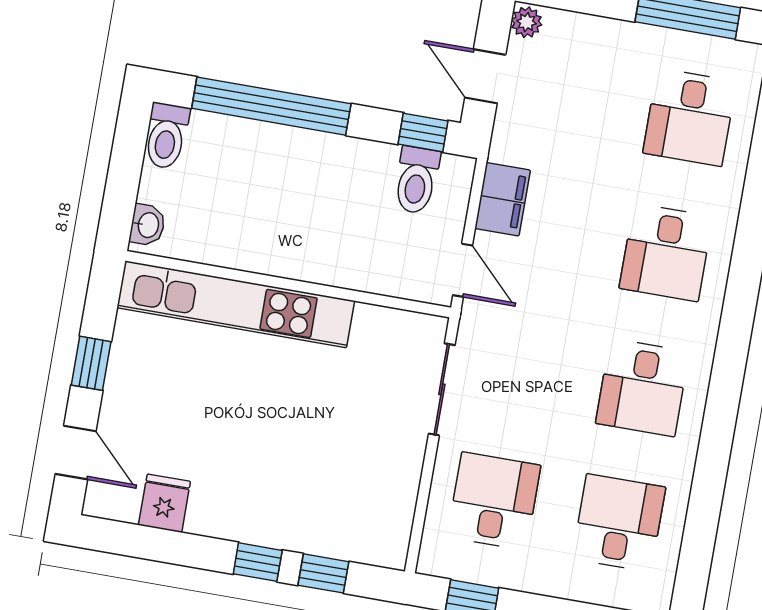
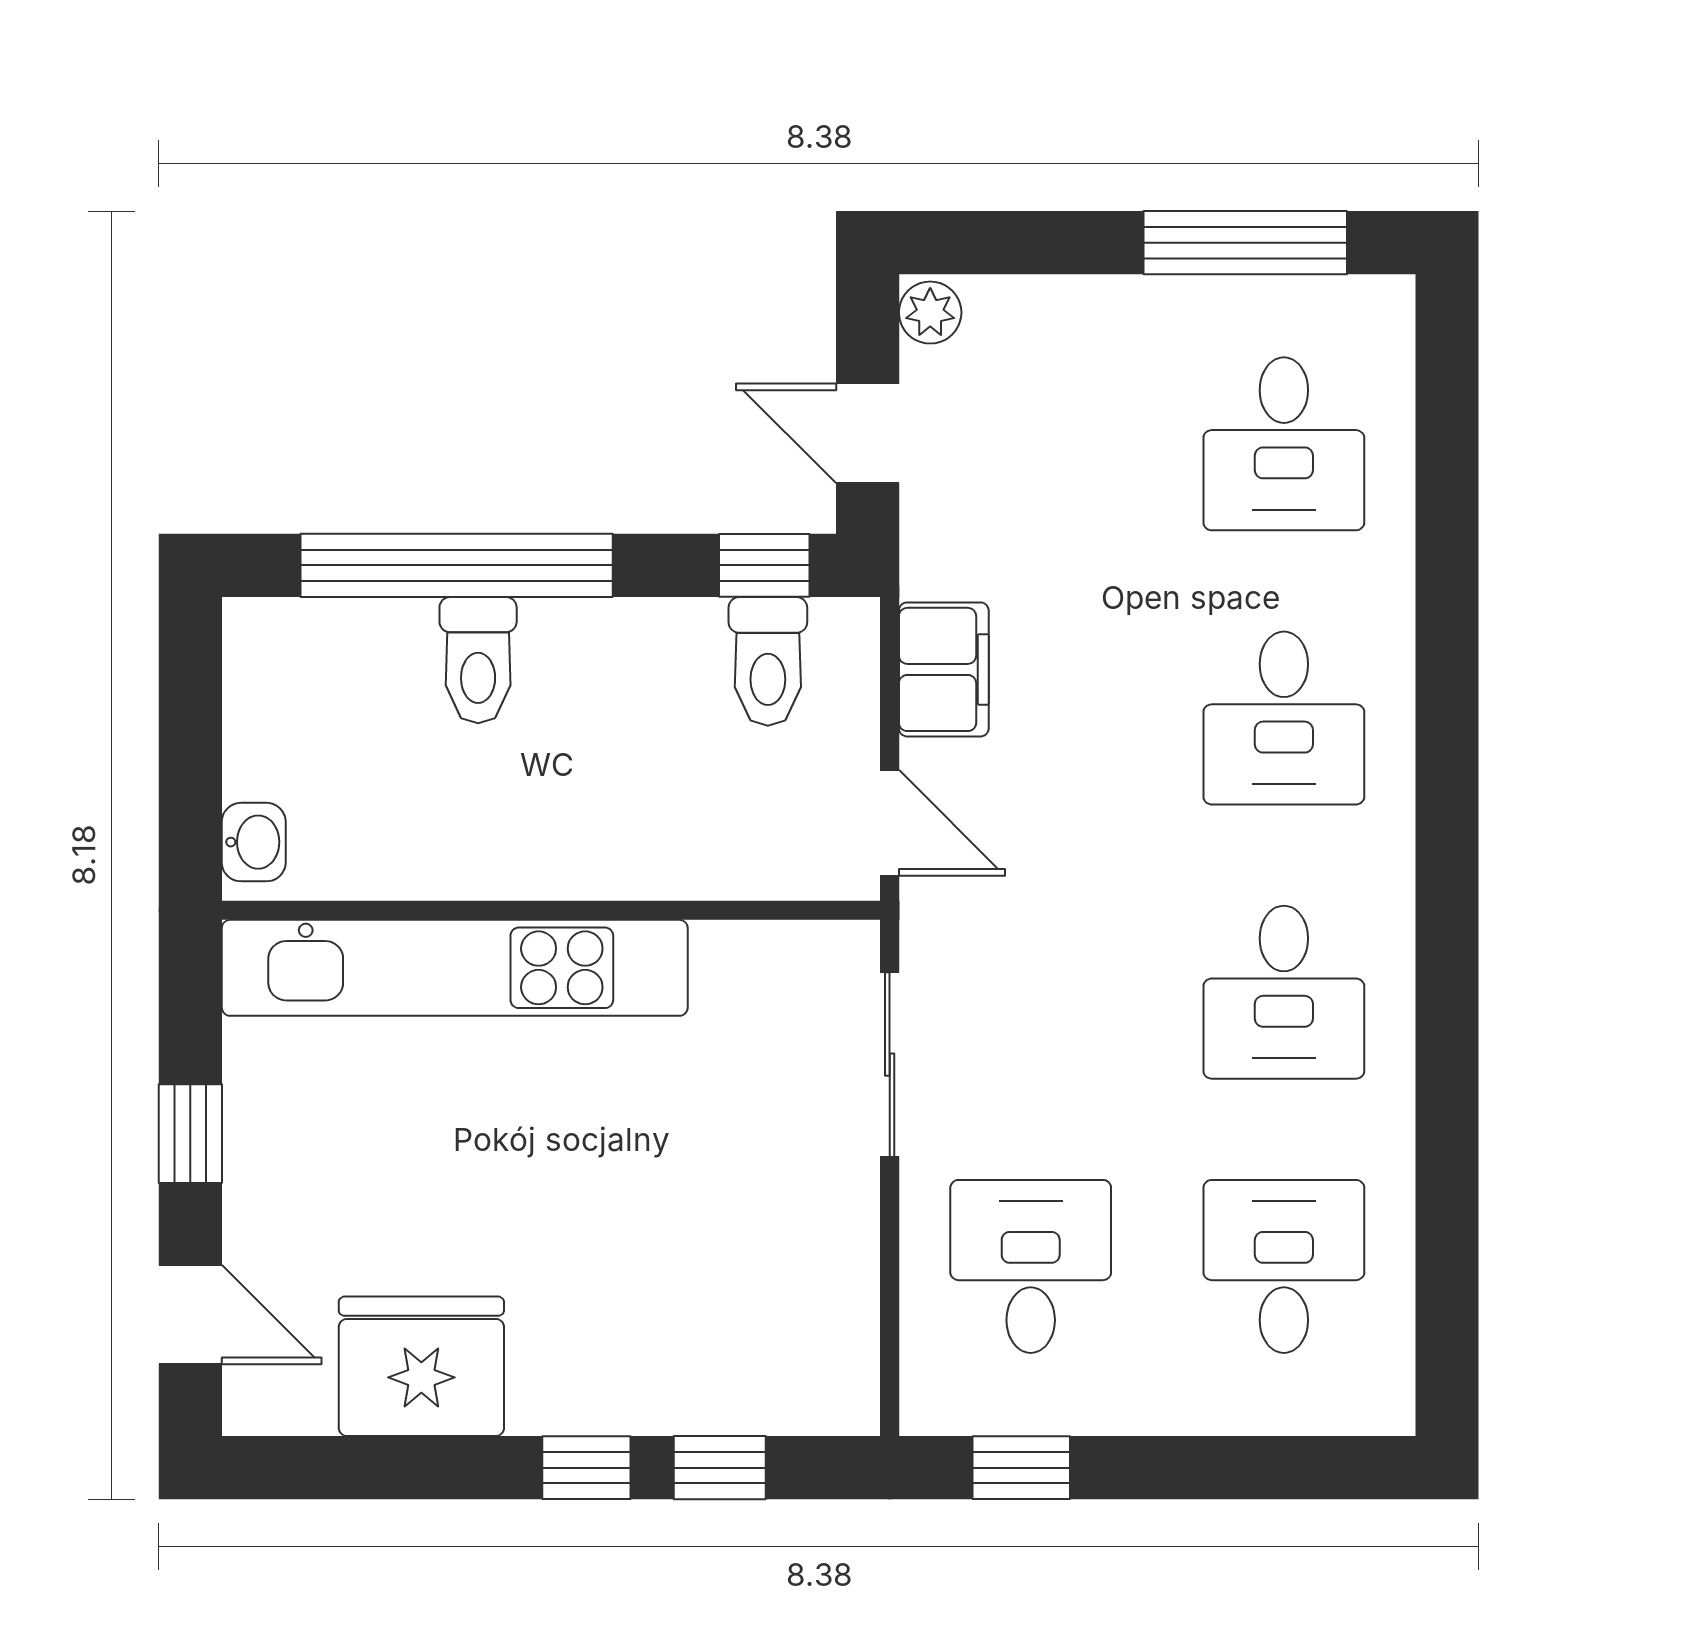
toilet: (166, 136) -> (478, 660), moved
fridge: (164, 503) -> (421, 1366), width x1.88, depth x1.34

